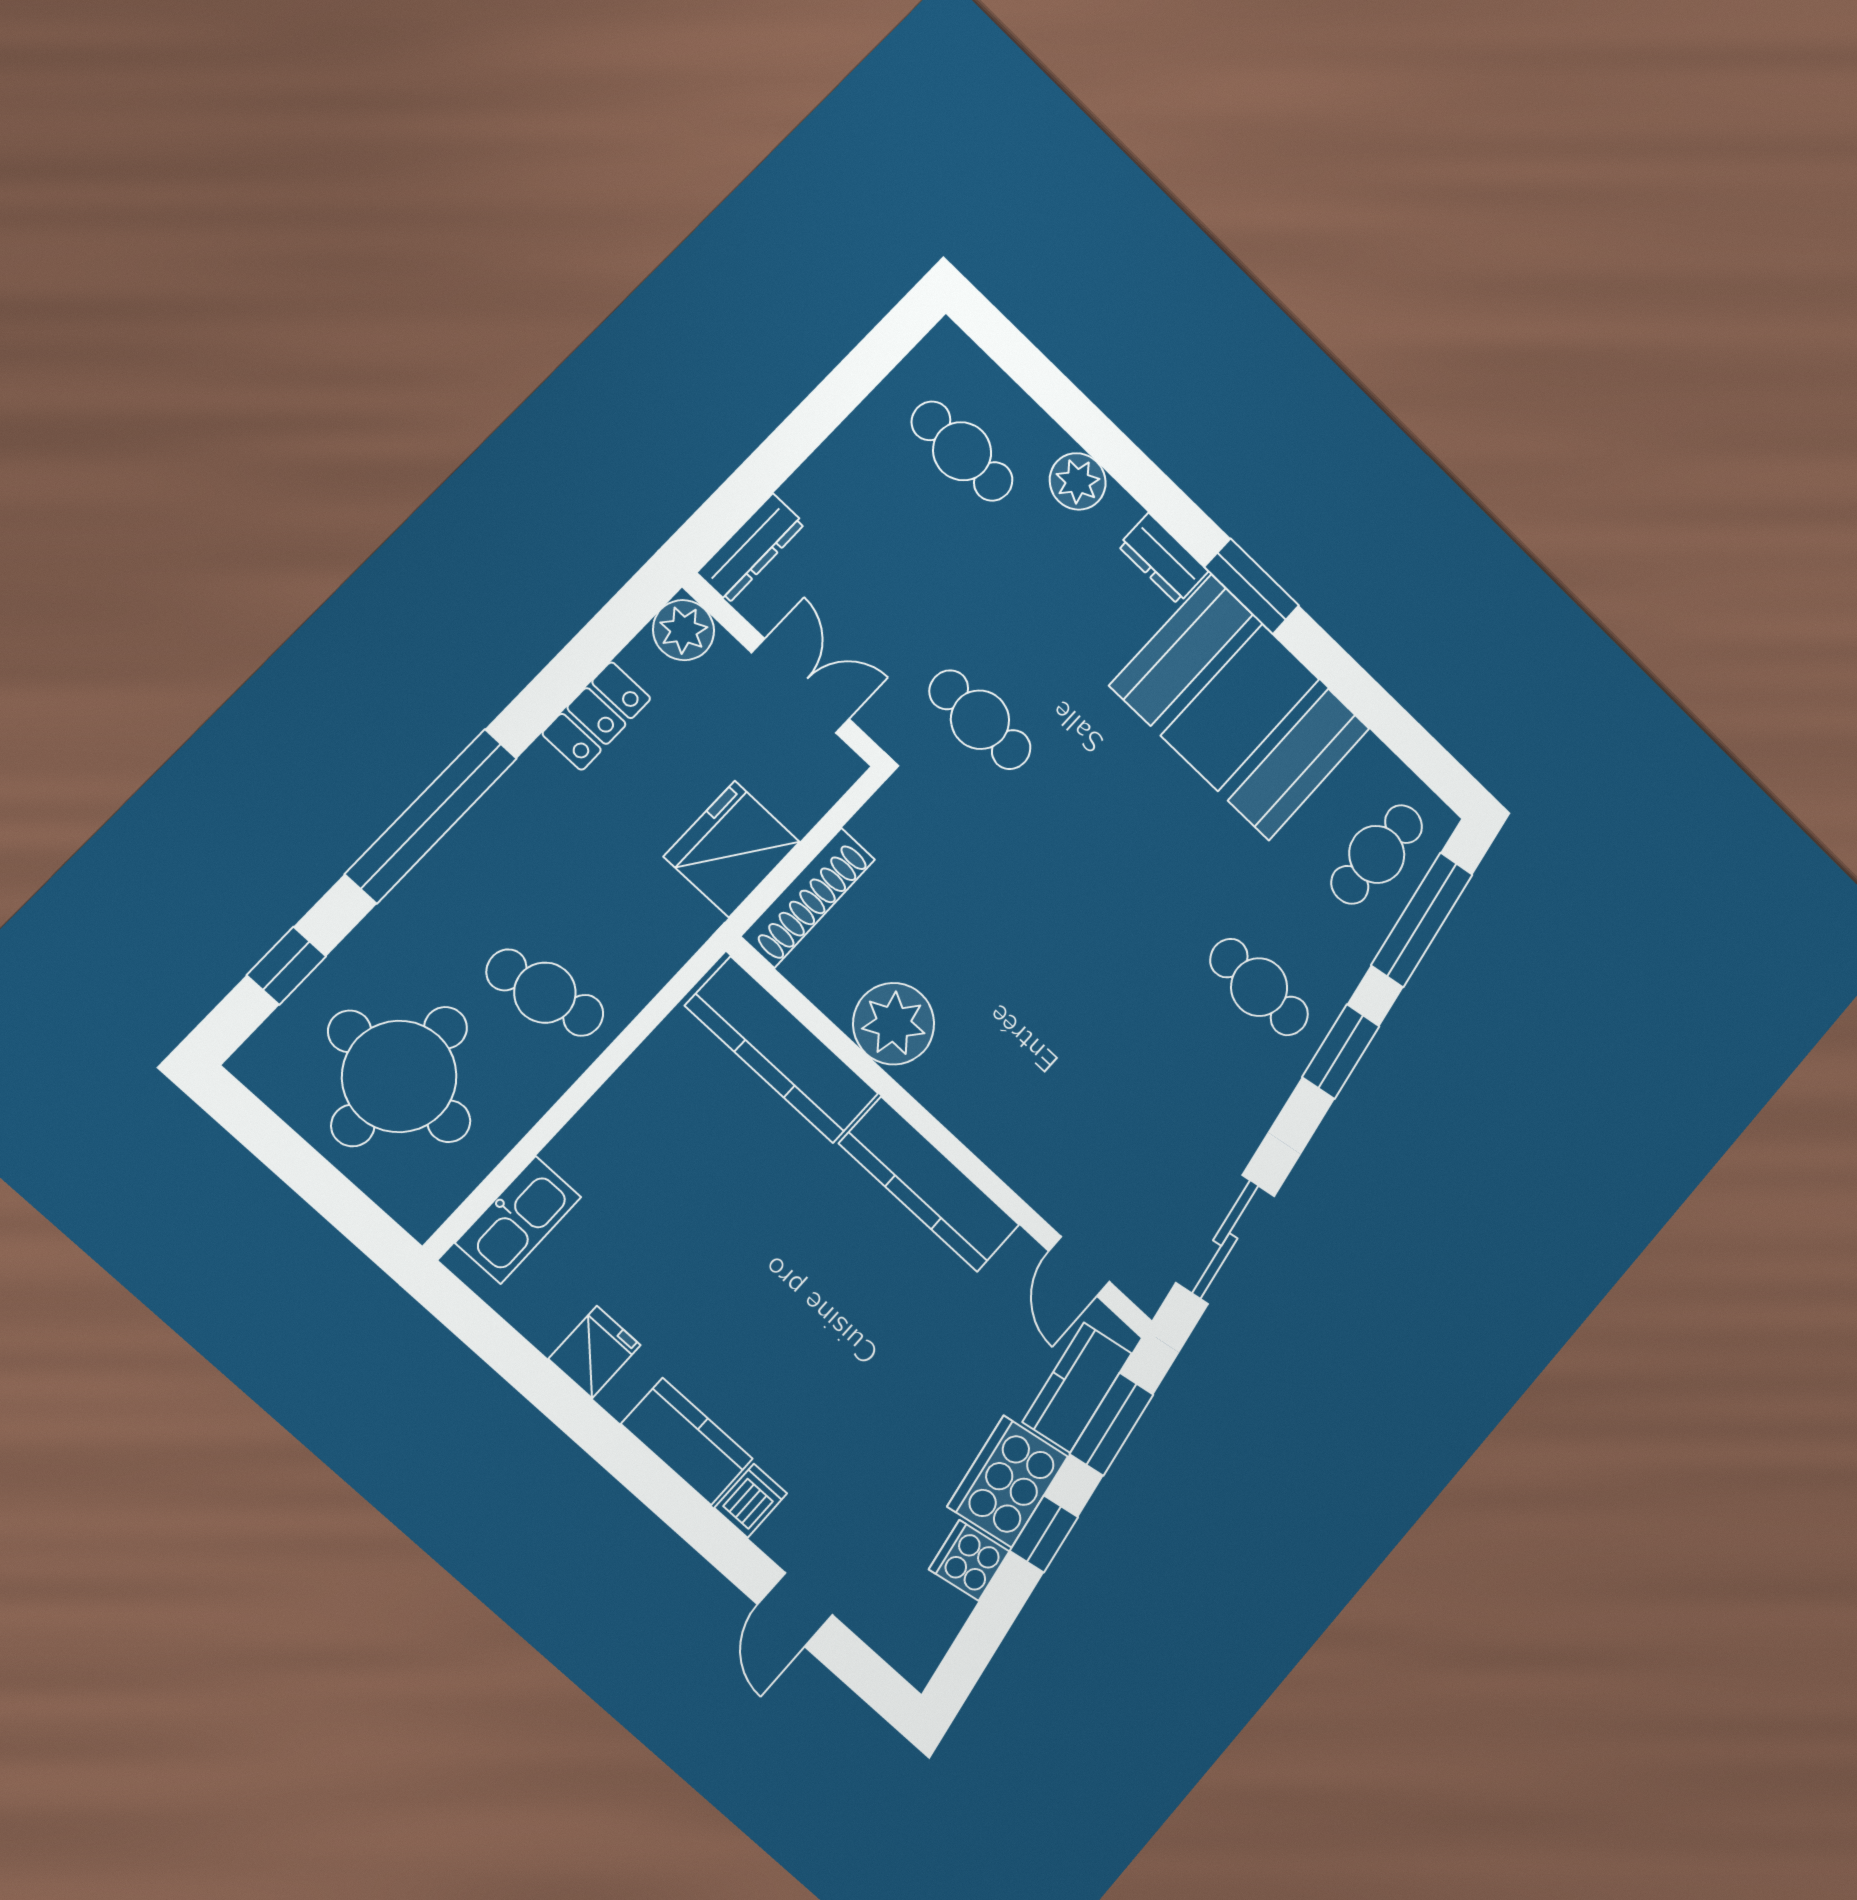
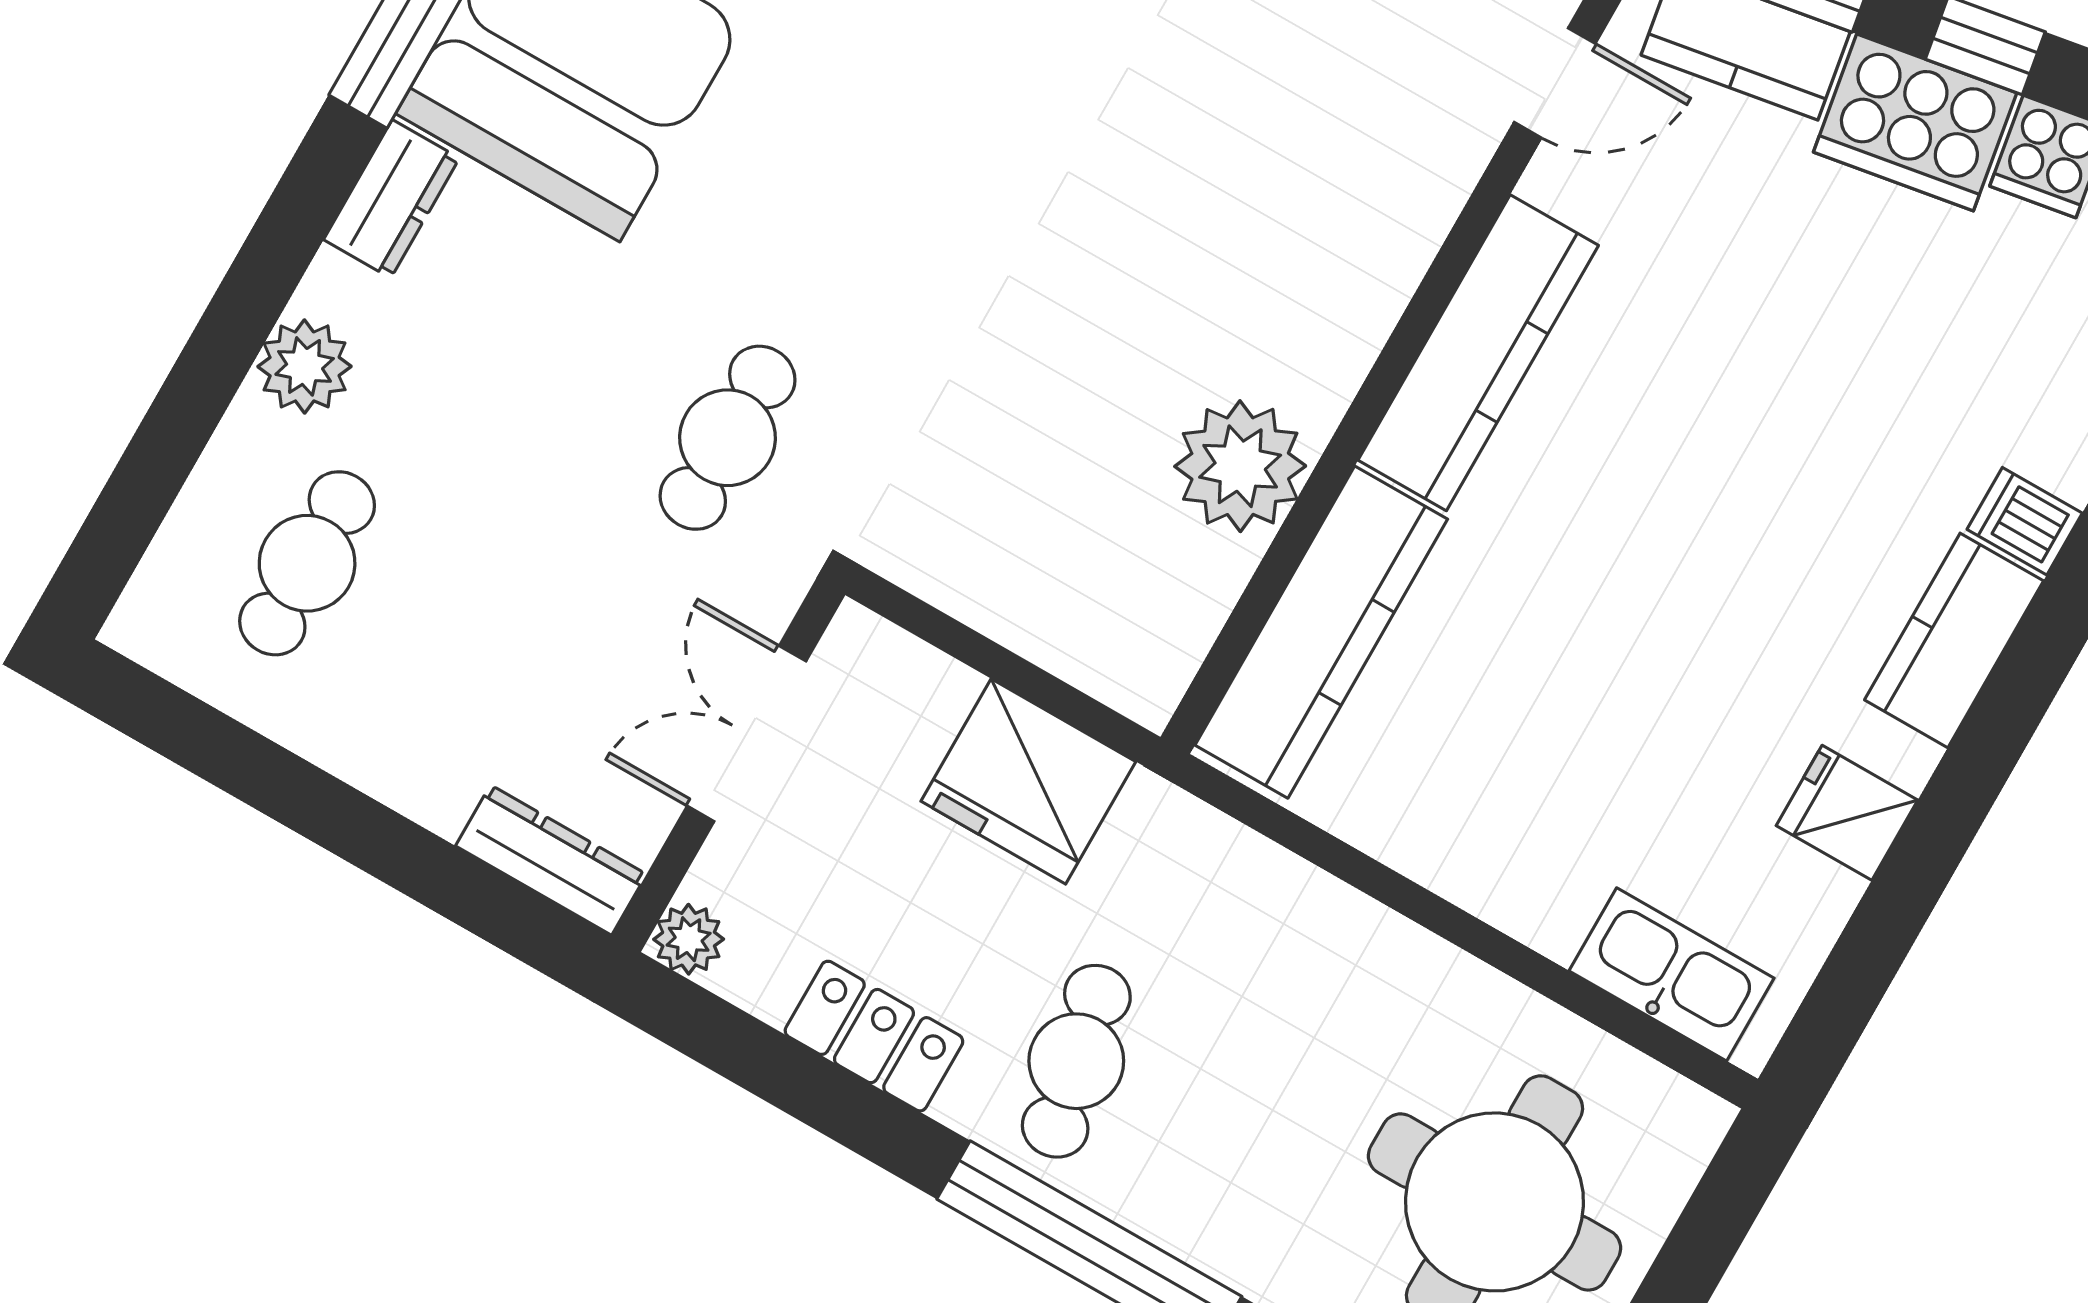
plant: (684, 630) -> (689, 939), width x0.73, depth x0.73
shoe rack: (808, 898) -> (1075, 646), removed
cafe table: (545, 993) -> (1076, 1061), moved

